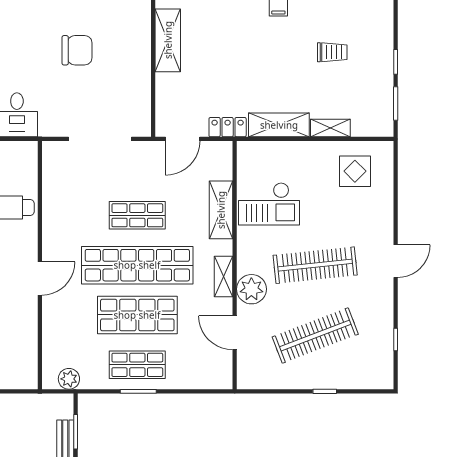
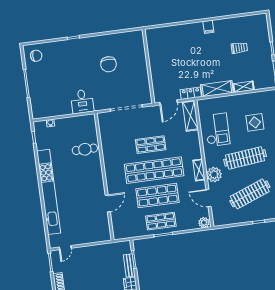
shelving: (168, 40) -> (154, 53), removed
chair: (77, 50) -> (109, 64), turned 90
display table: (355, 171) -> (255, 122), moved
checkout: (269, 204) -> (217, 130), turned -90
shelving: (221, 210) -> (190, 116), moved
door: (40, 279) -> (108, 203), moved
plant: (69, 379) -> (204, 223), moved

